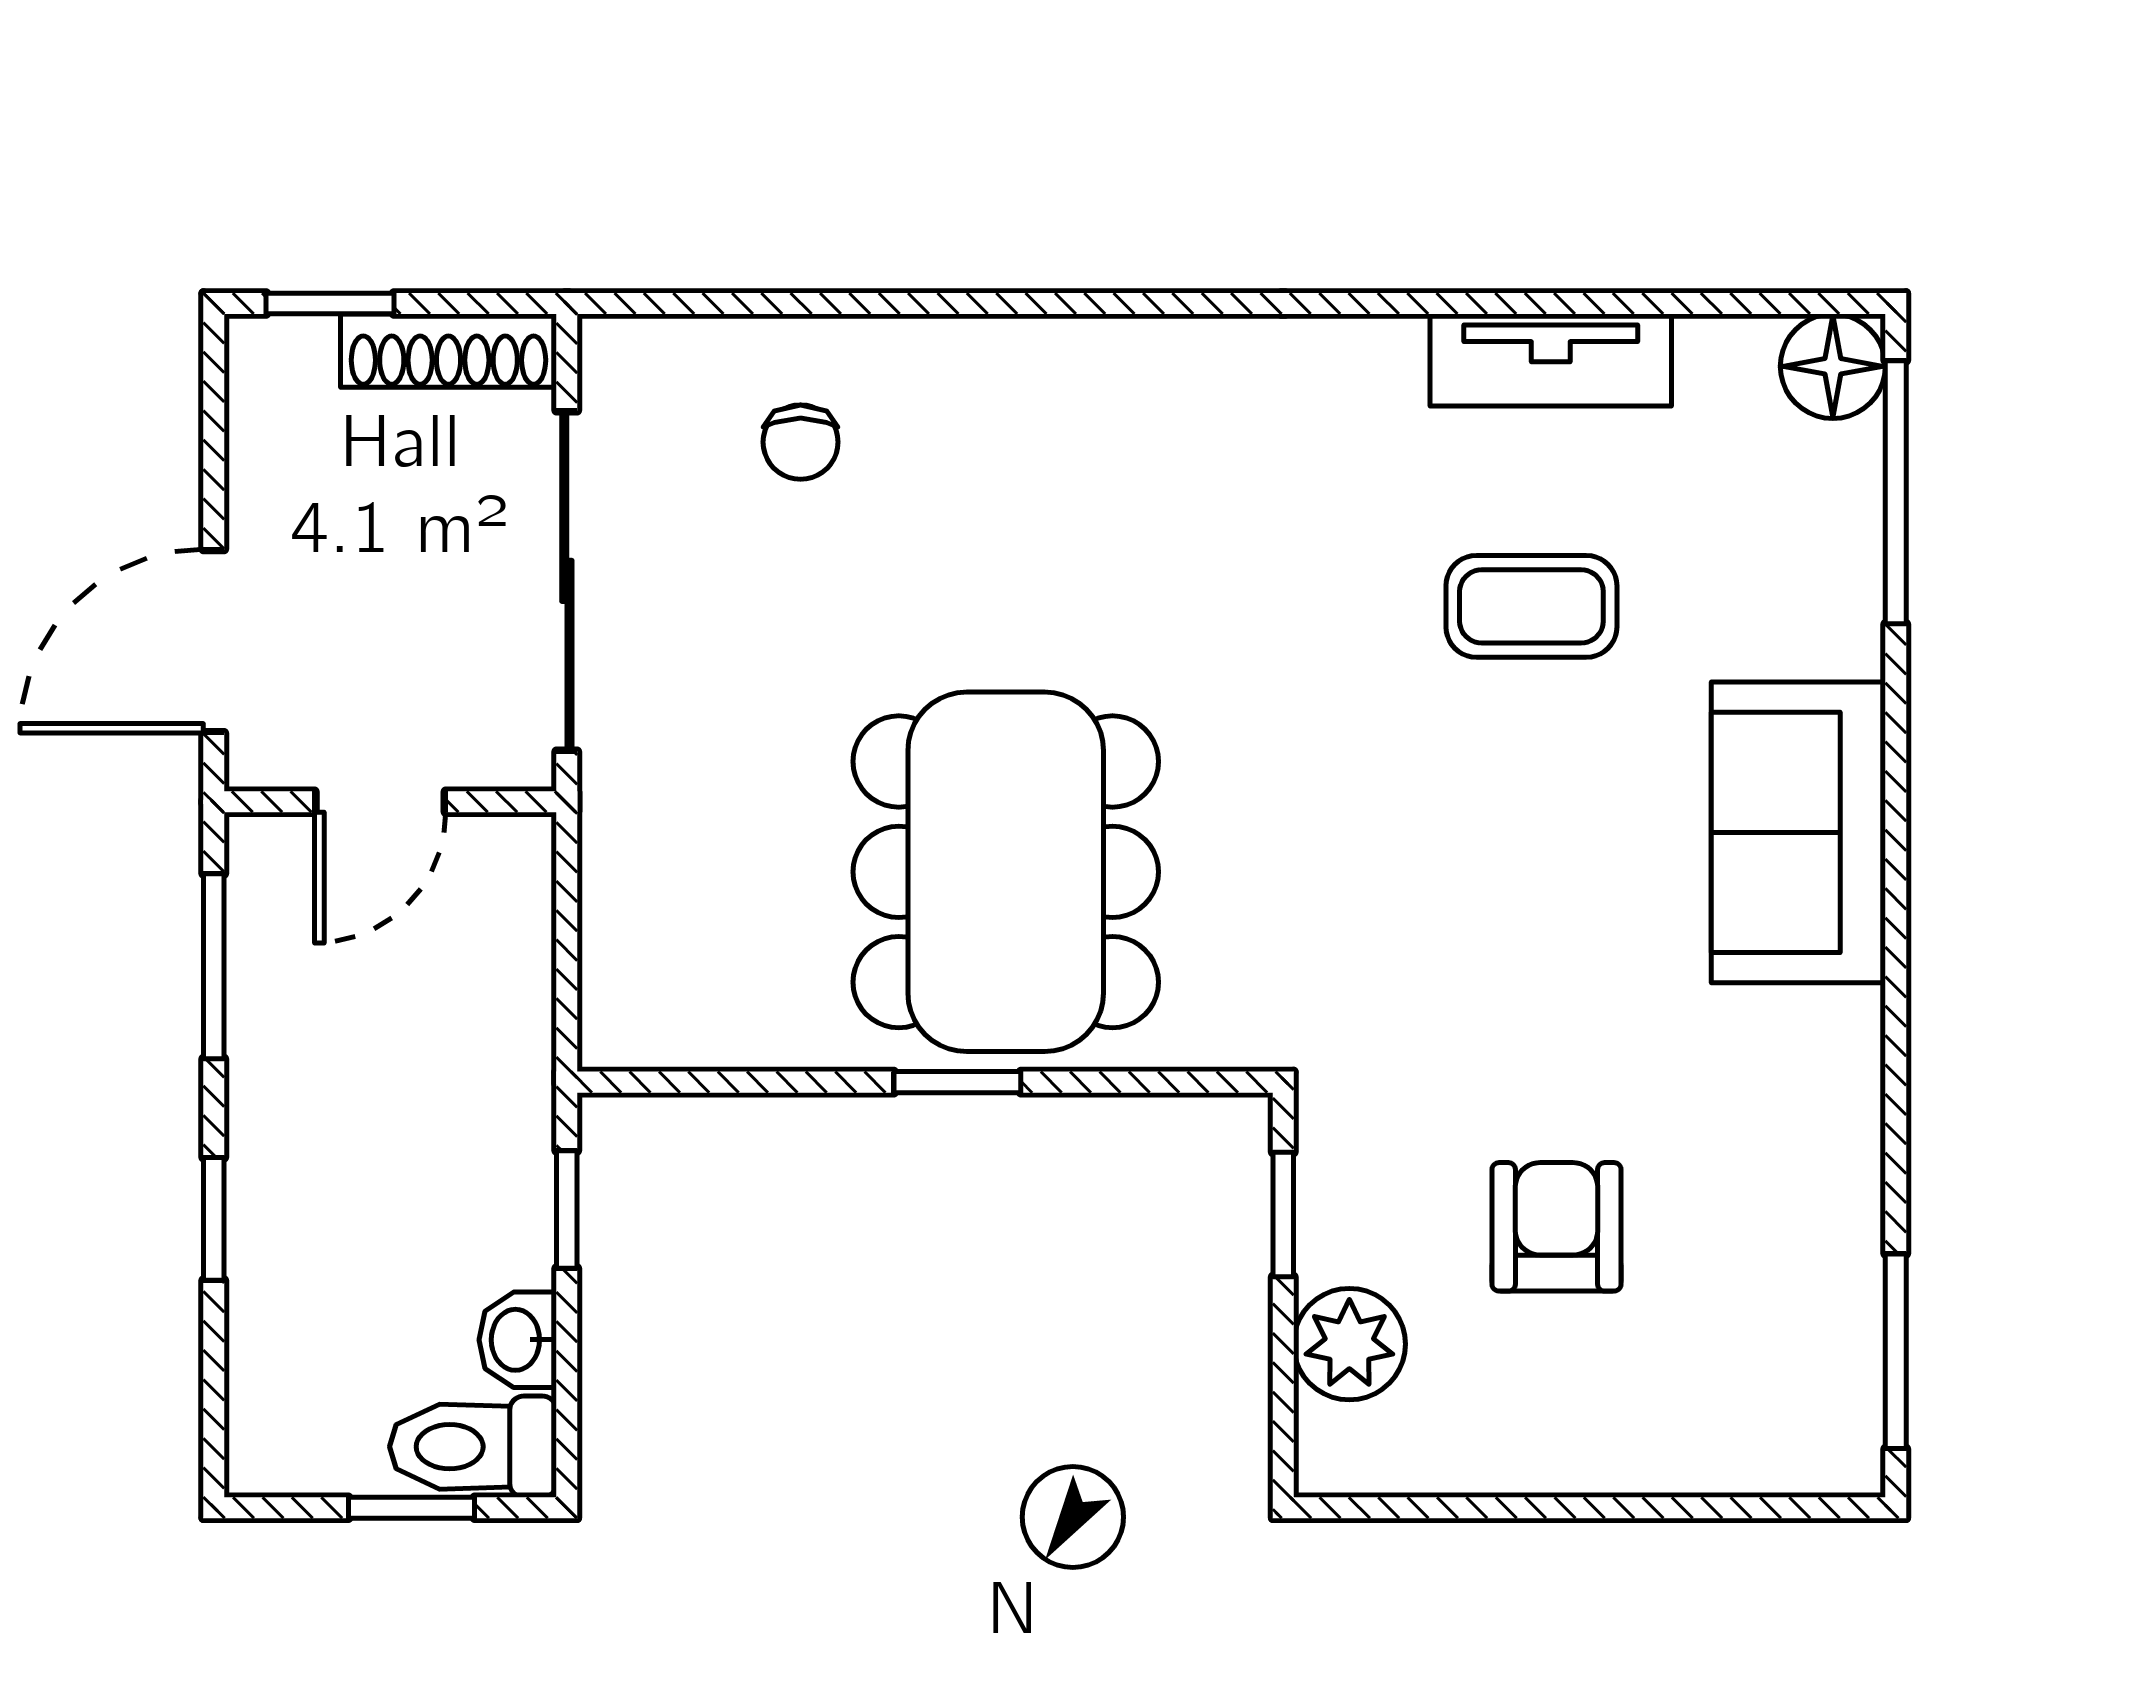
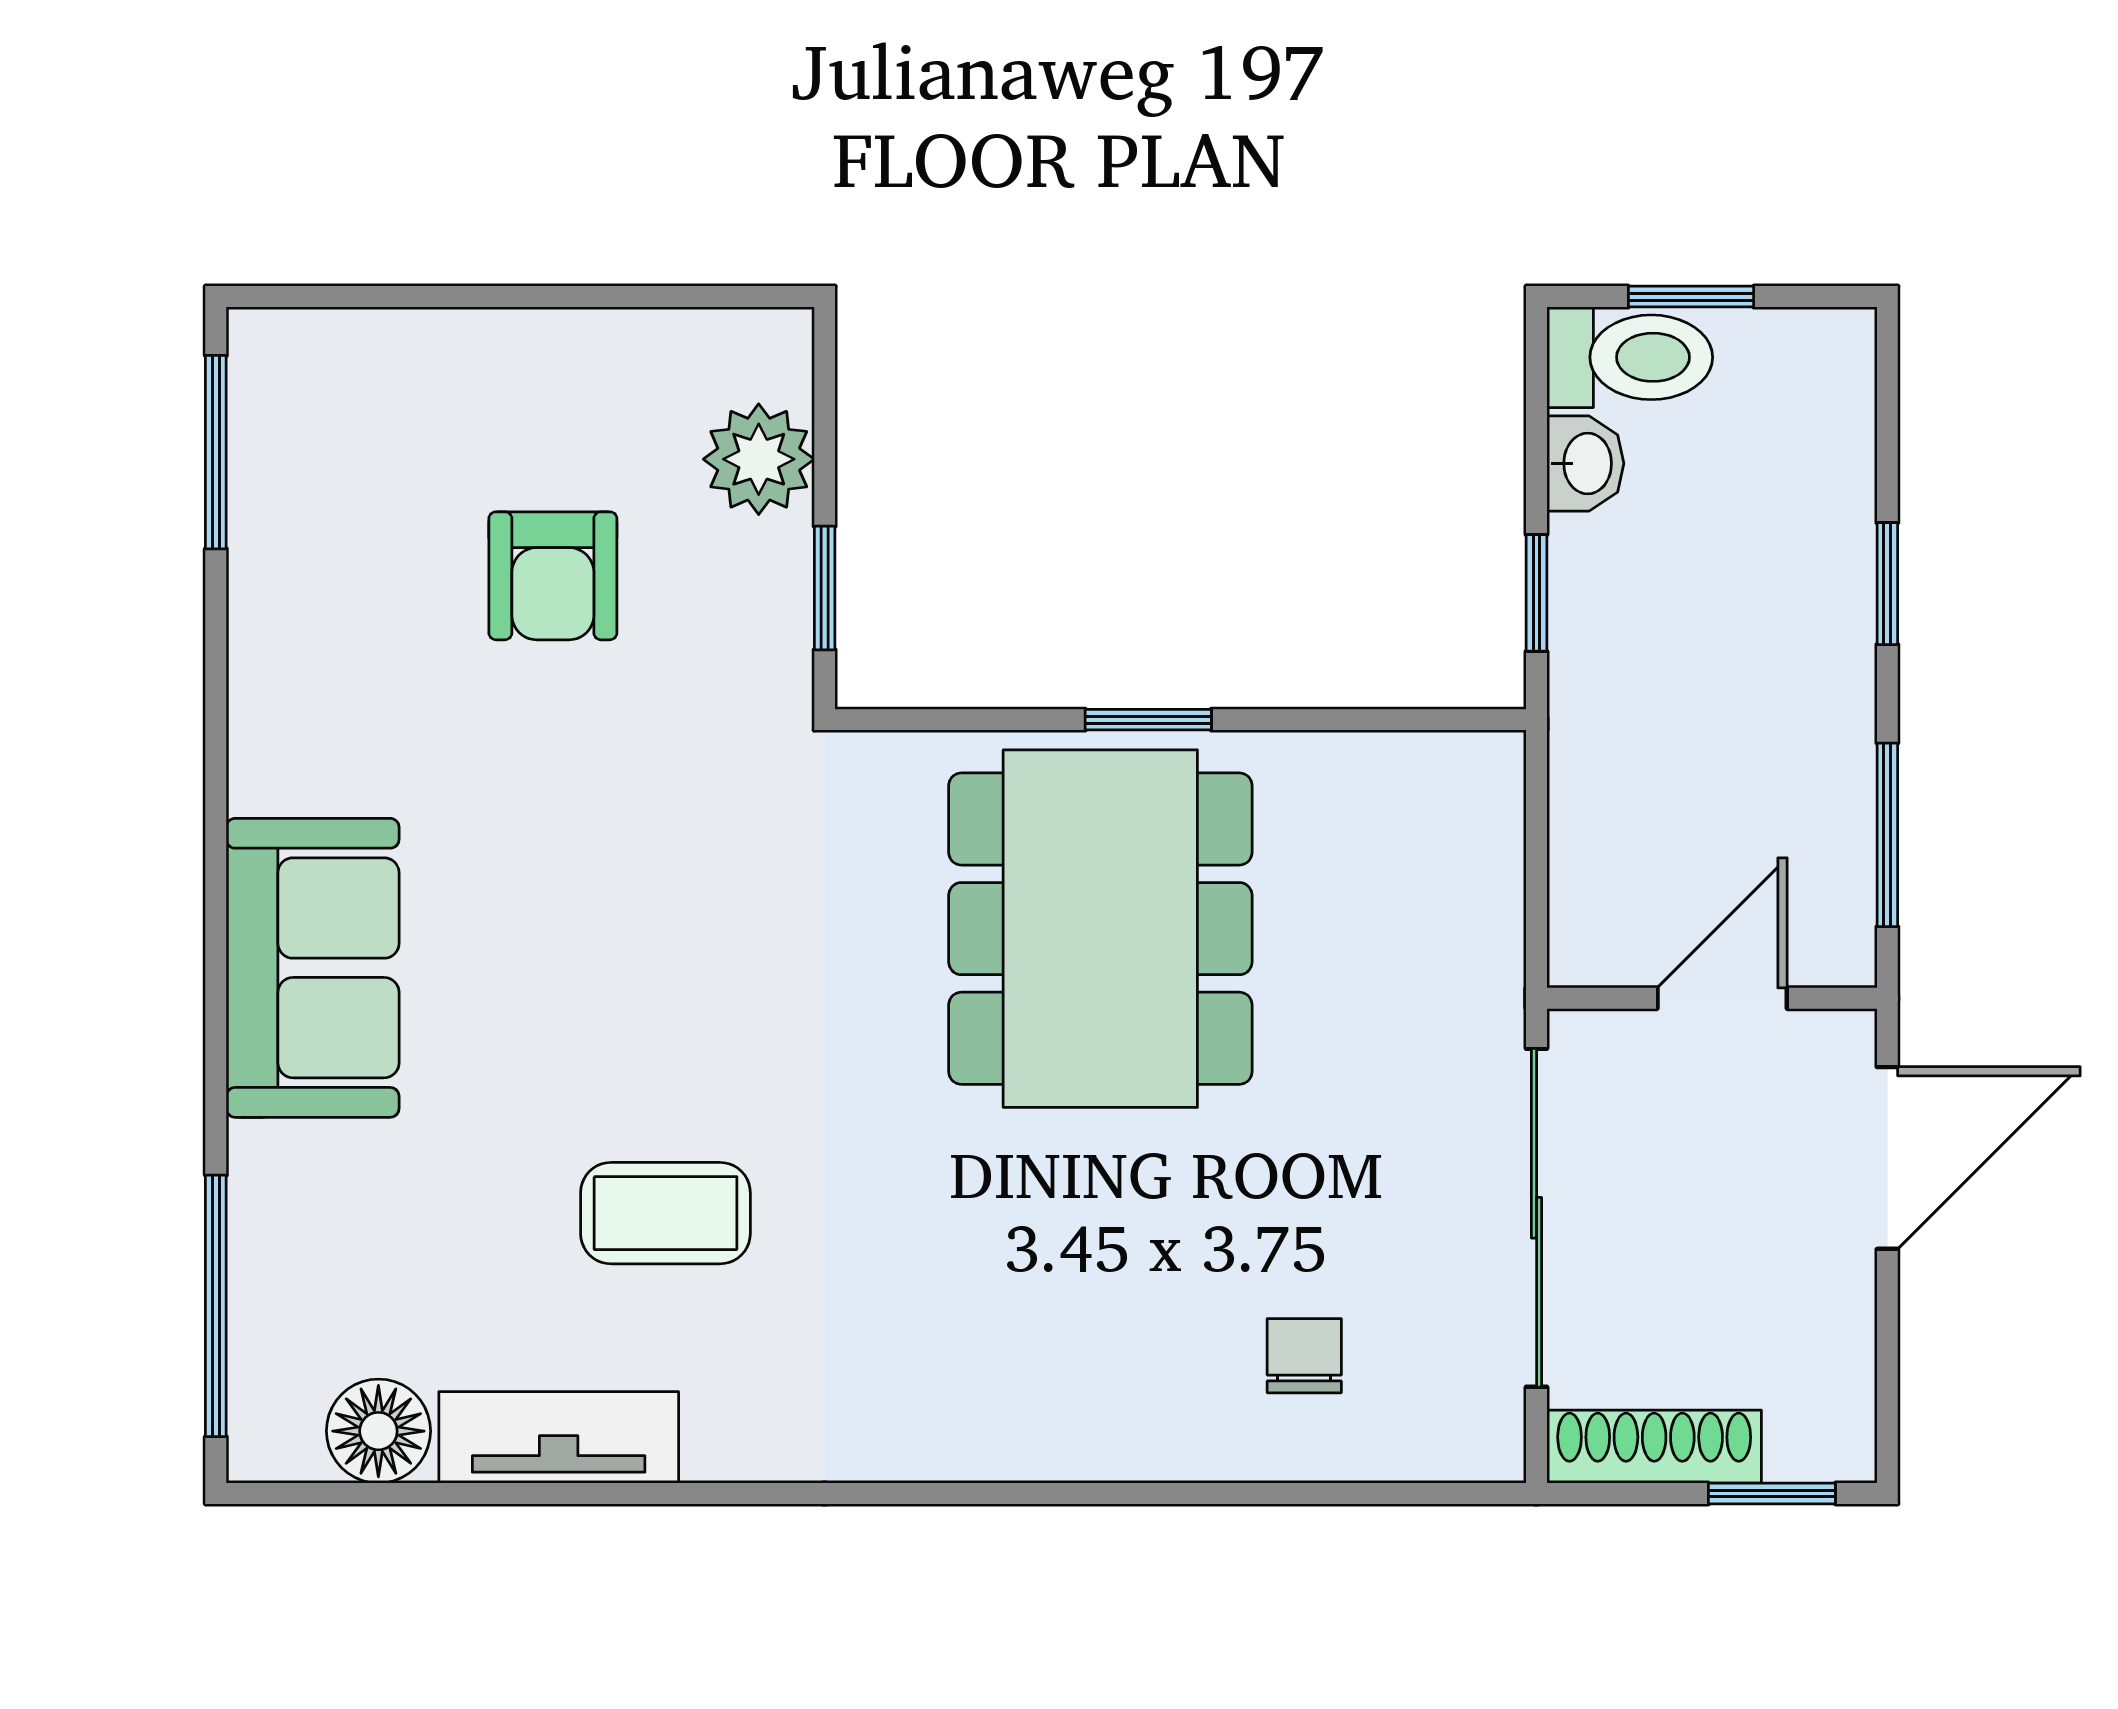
floor lamp: (1833, 366) -> (378, 1431), moved
coffee table: (1531, 606) -> (665, 1213), moved

